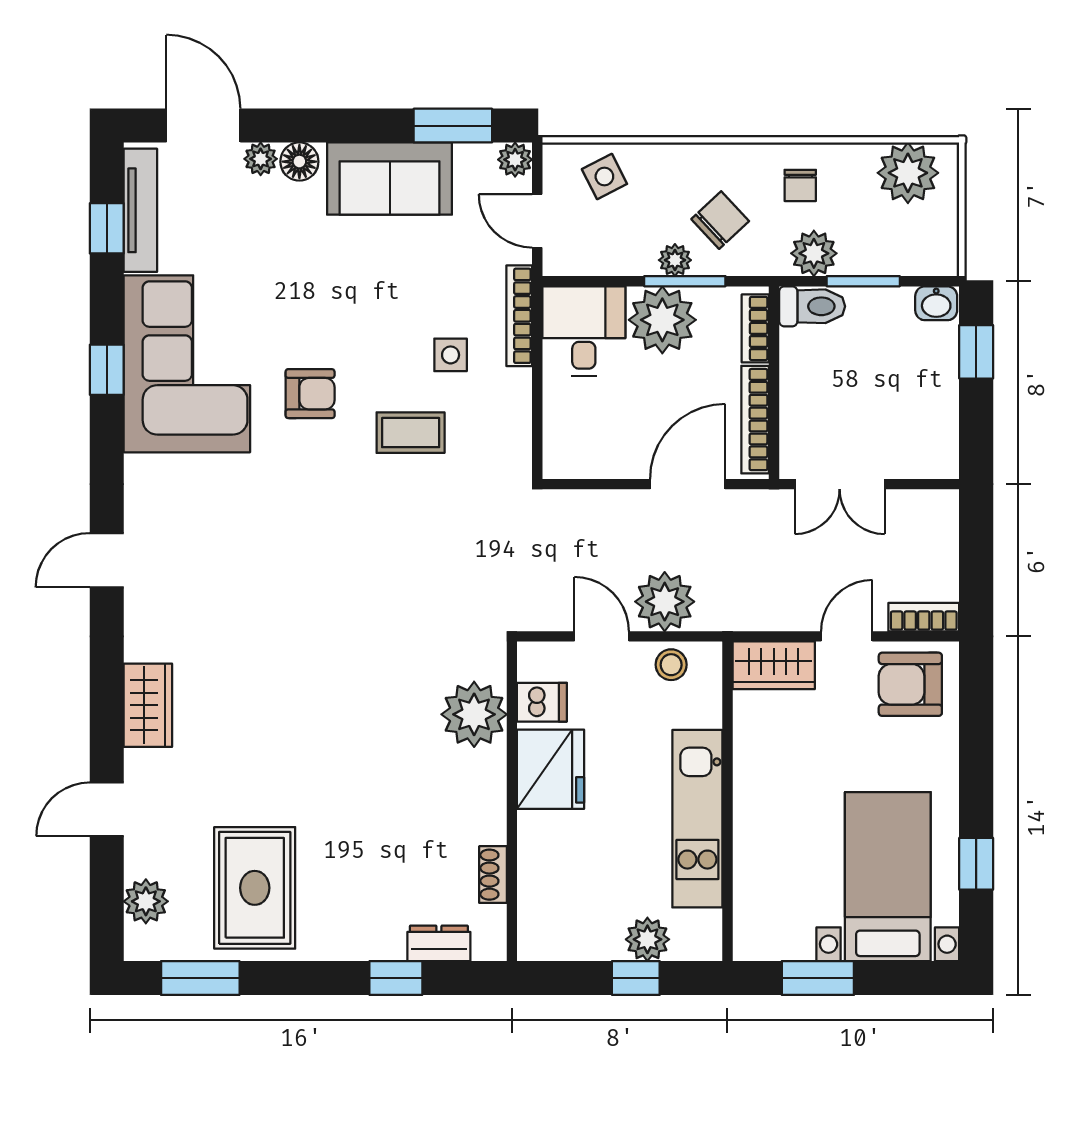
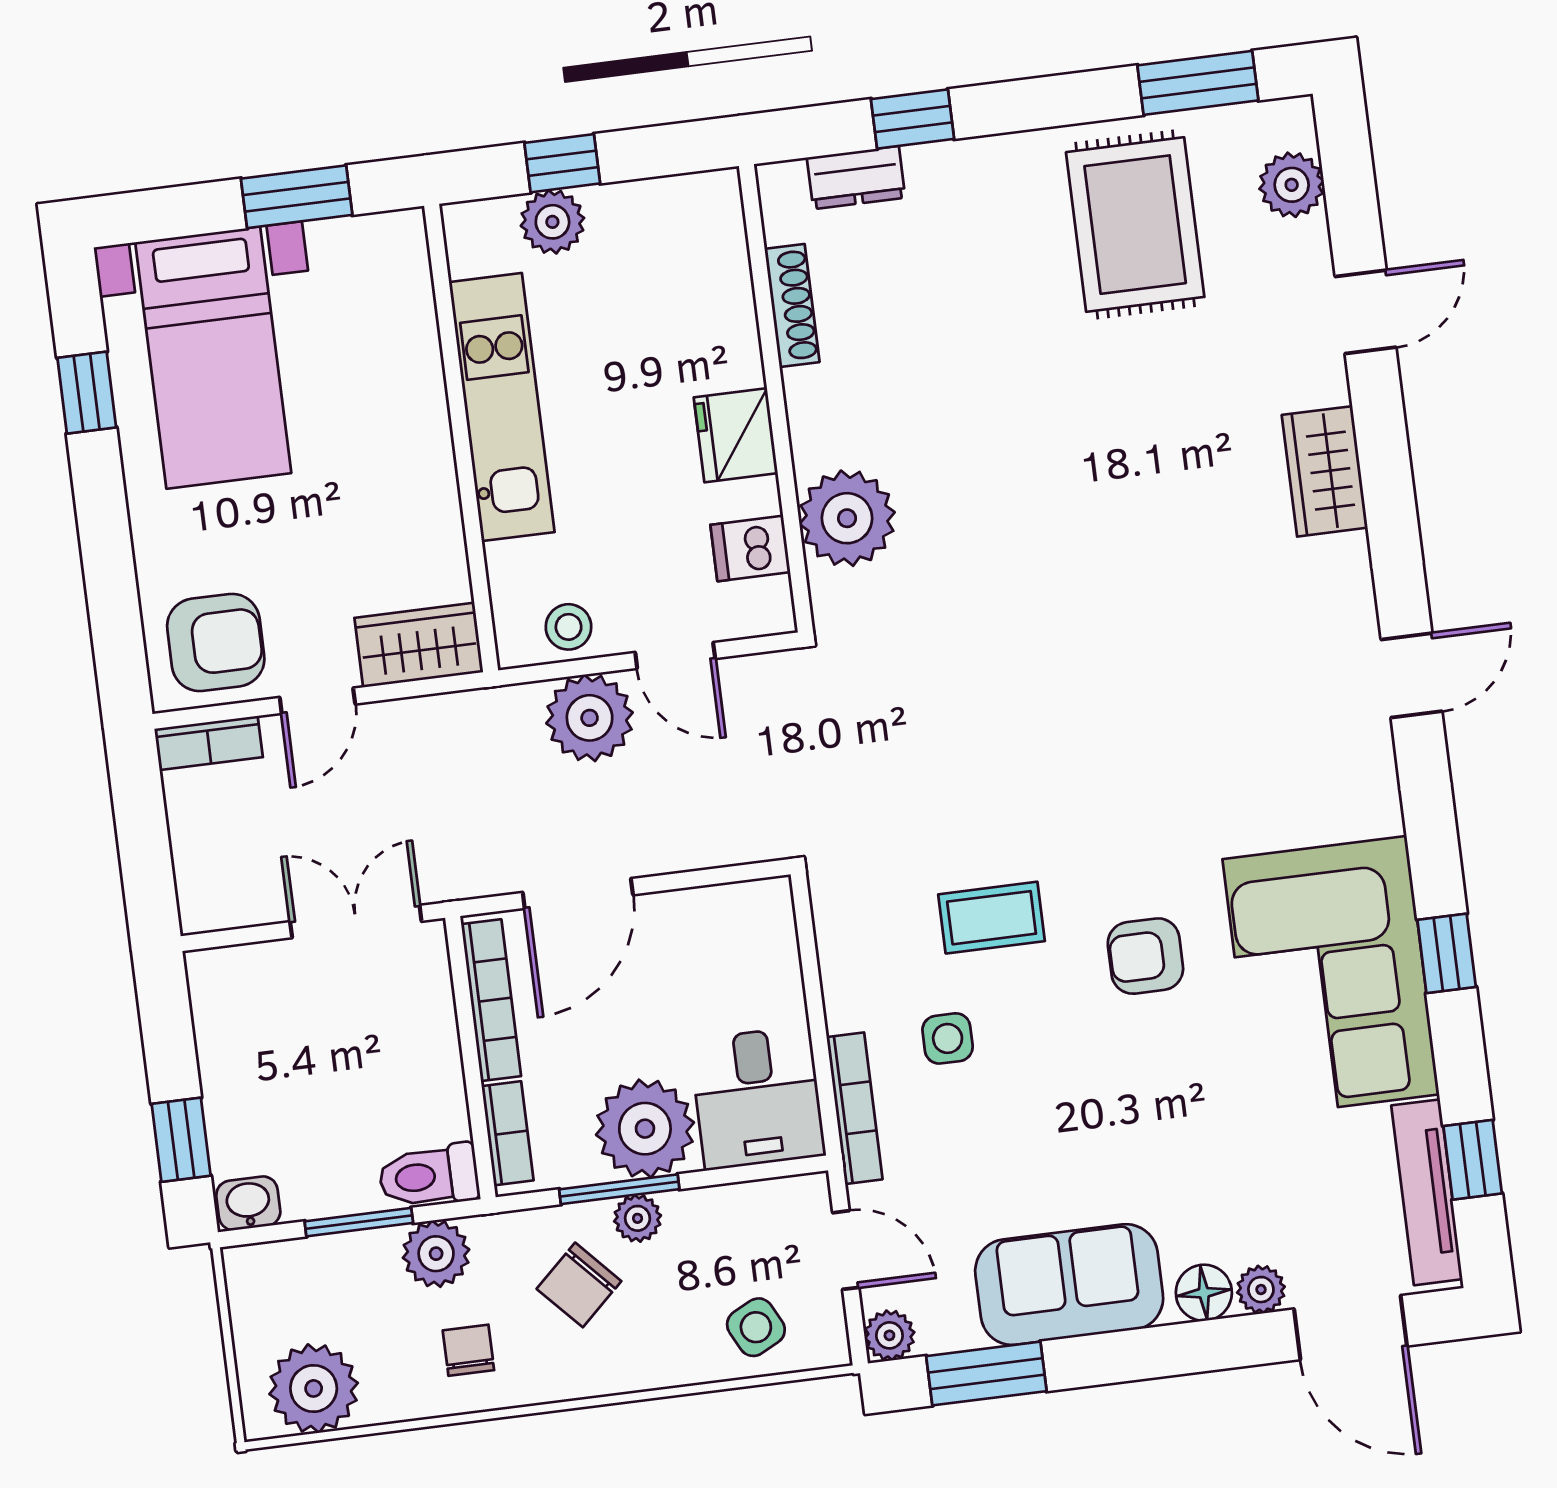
fridge: (551, 769) -> (736, 435), width x0.73, depth x0.75
shoe rack: (493, 875) -> (792, 306), width x1.43

